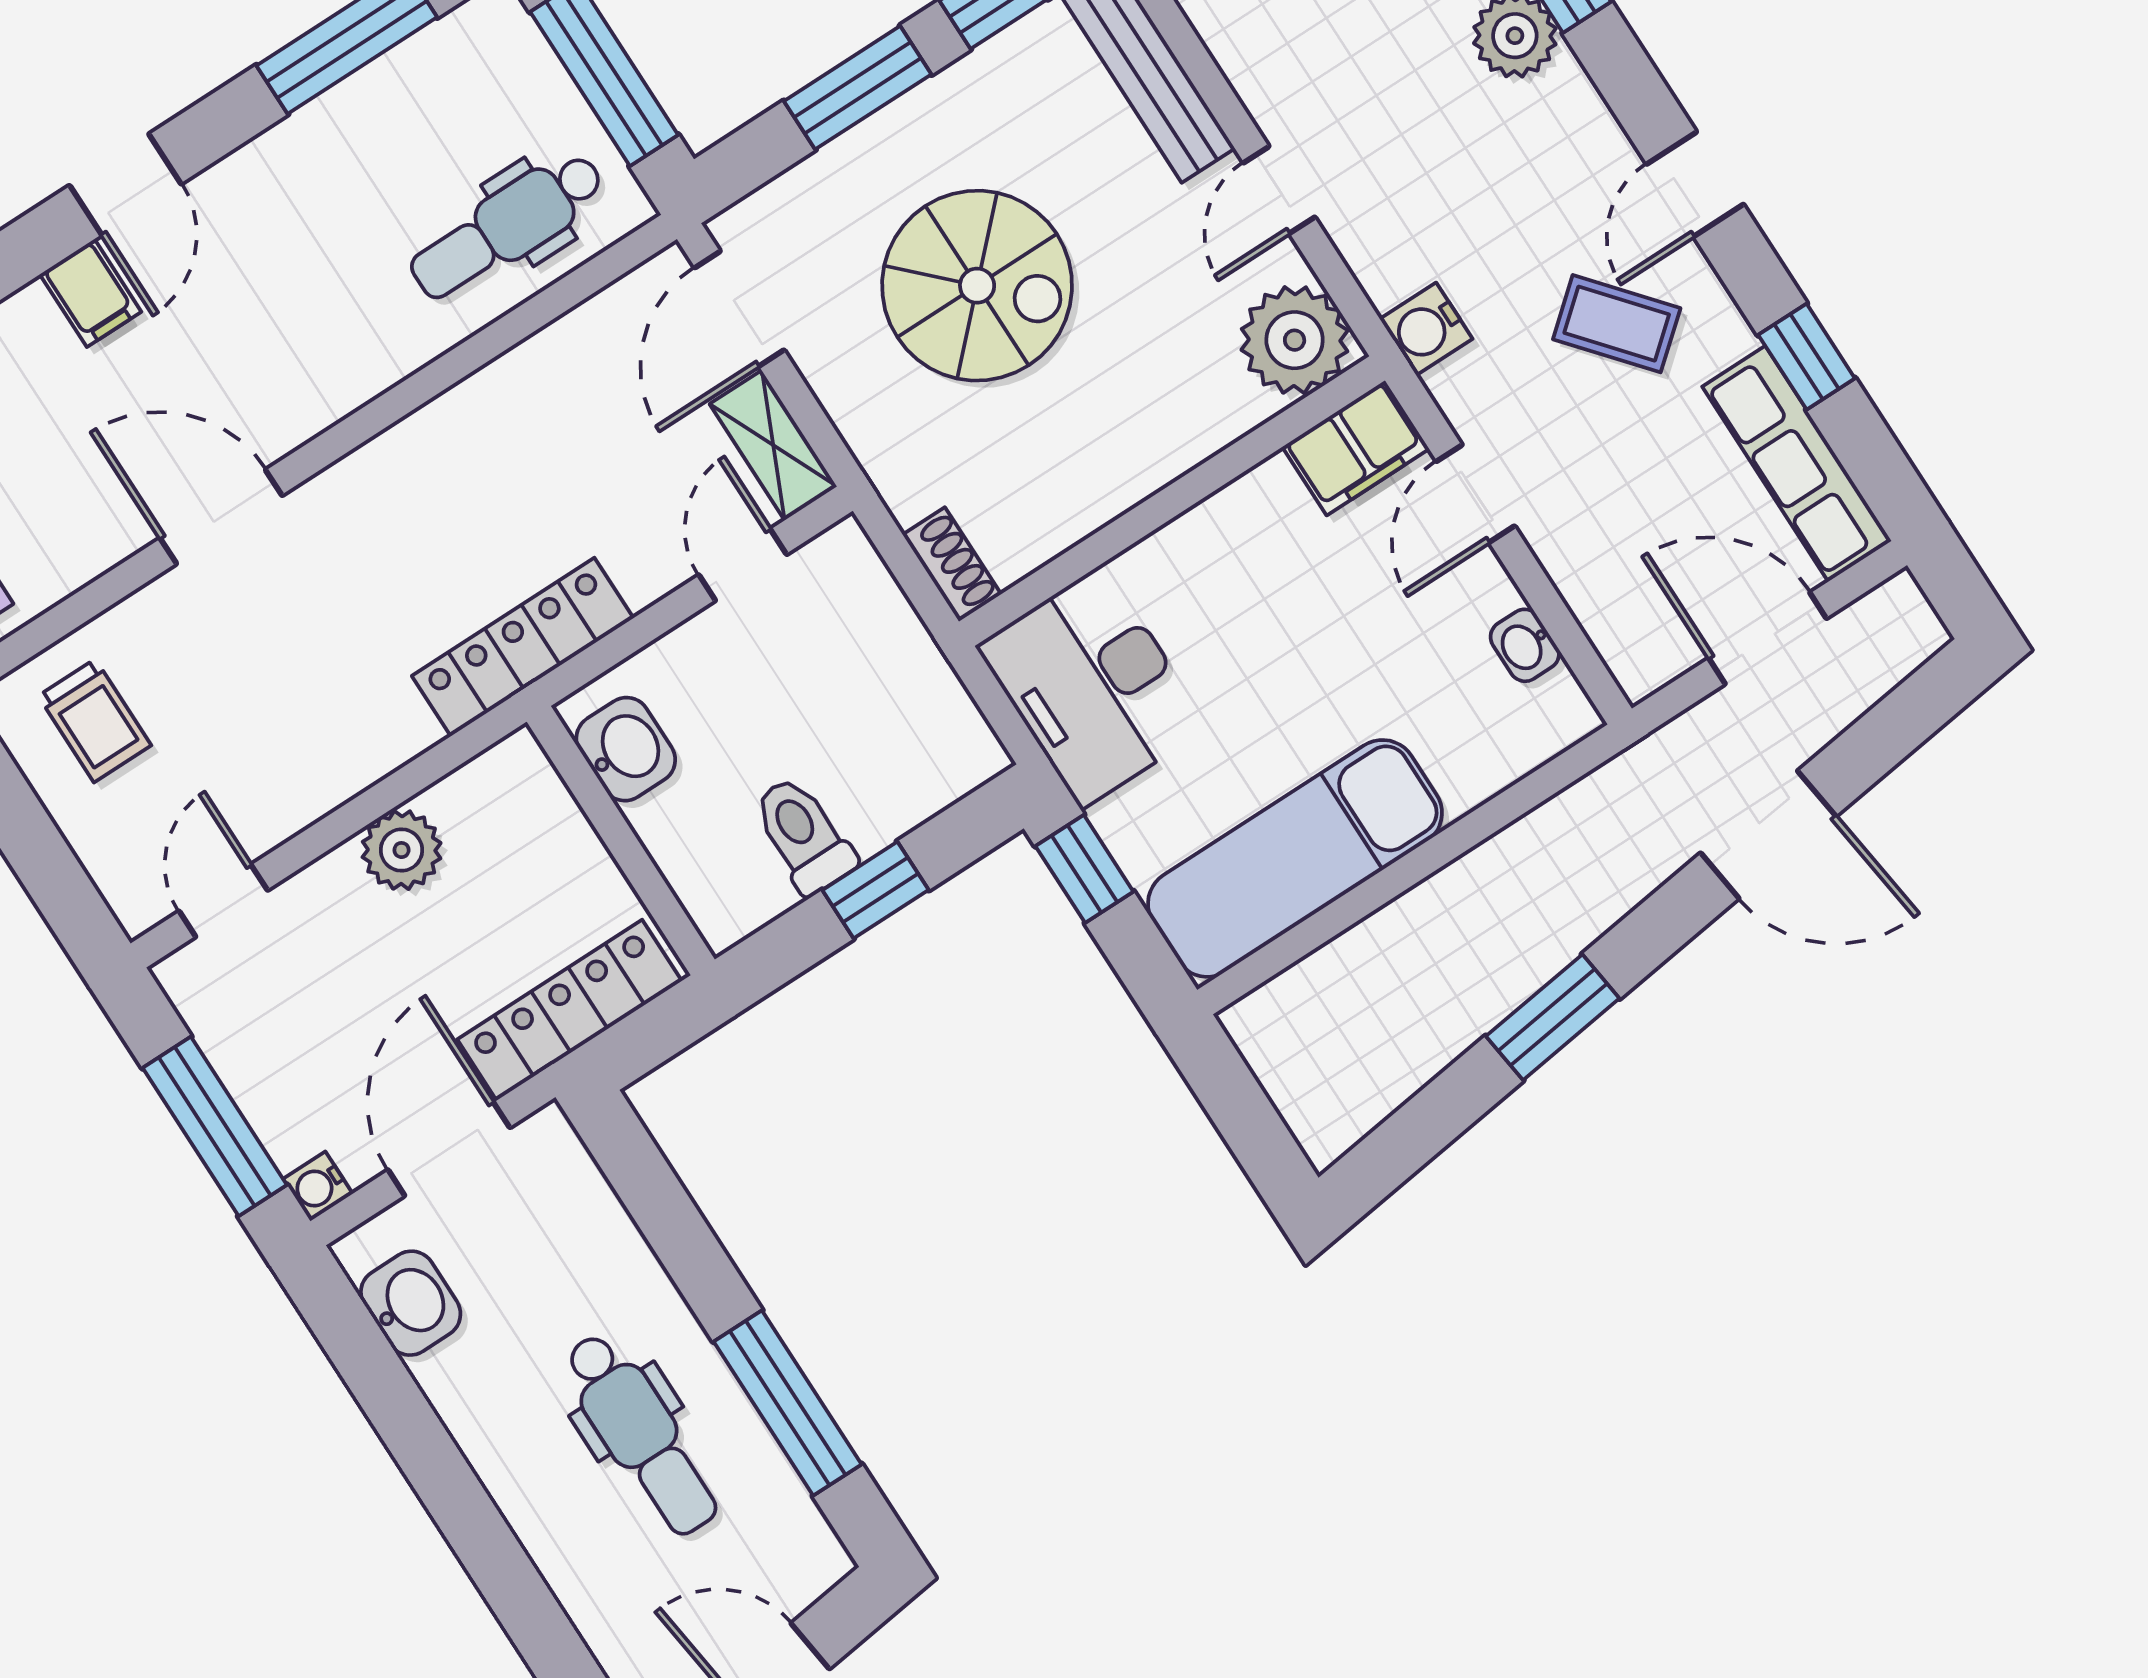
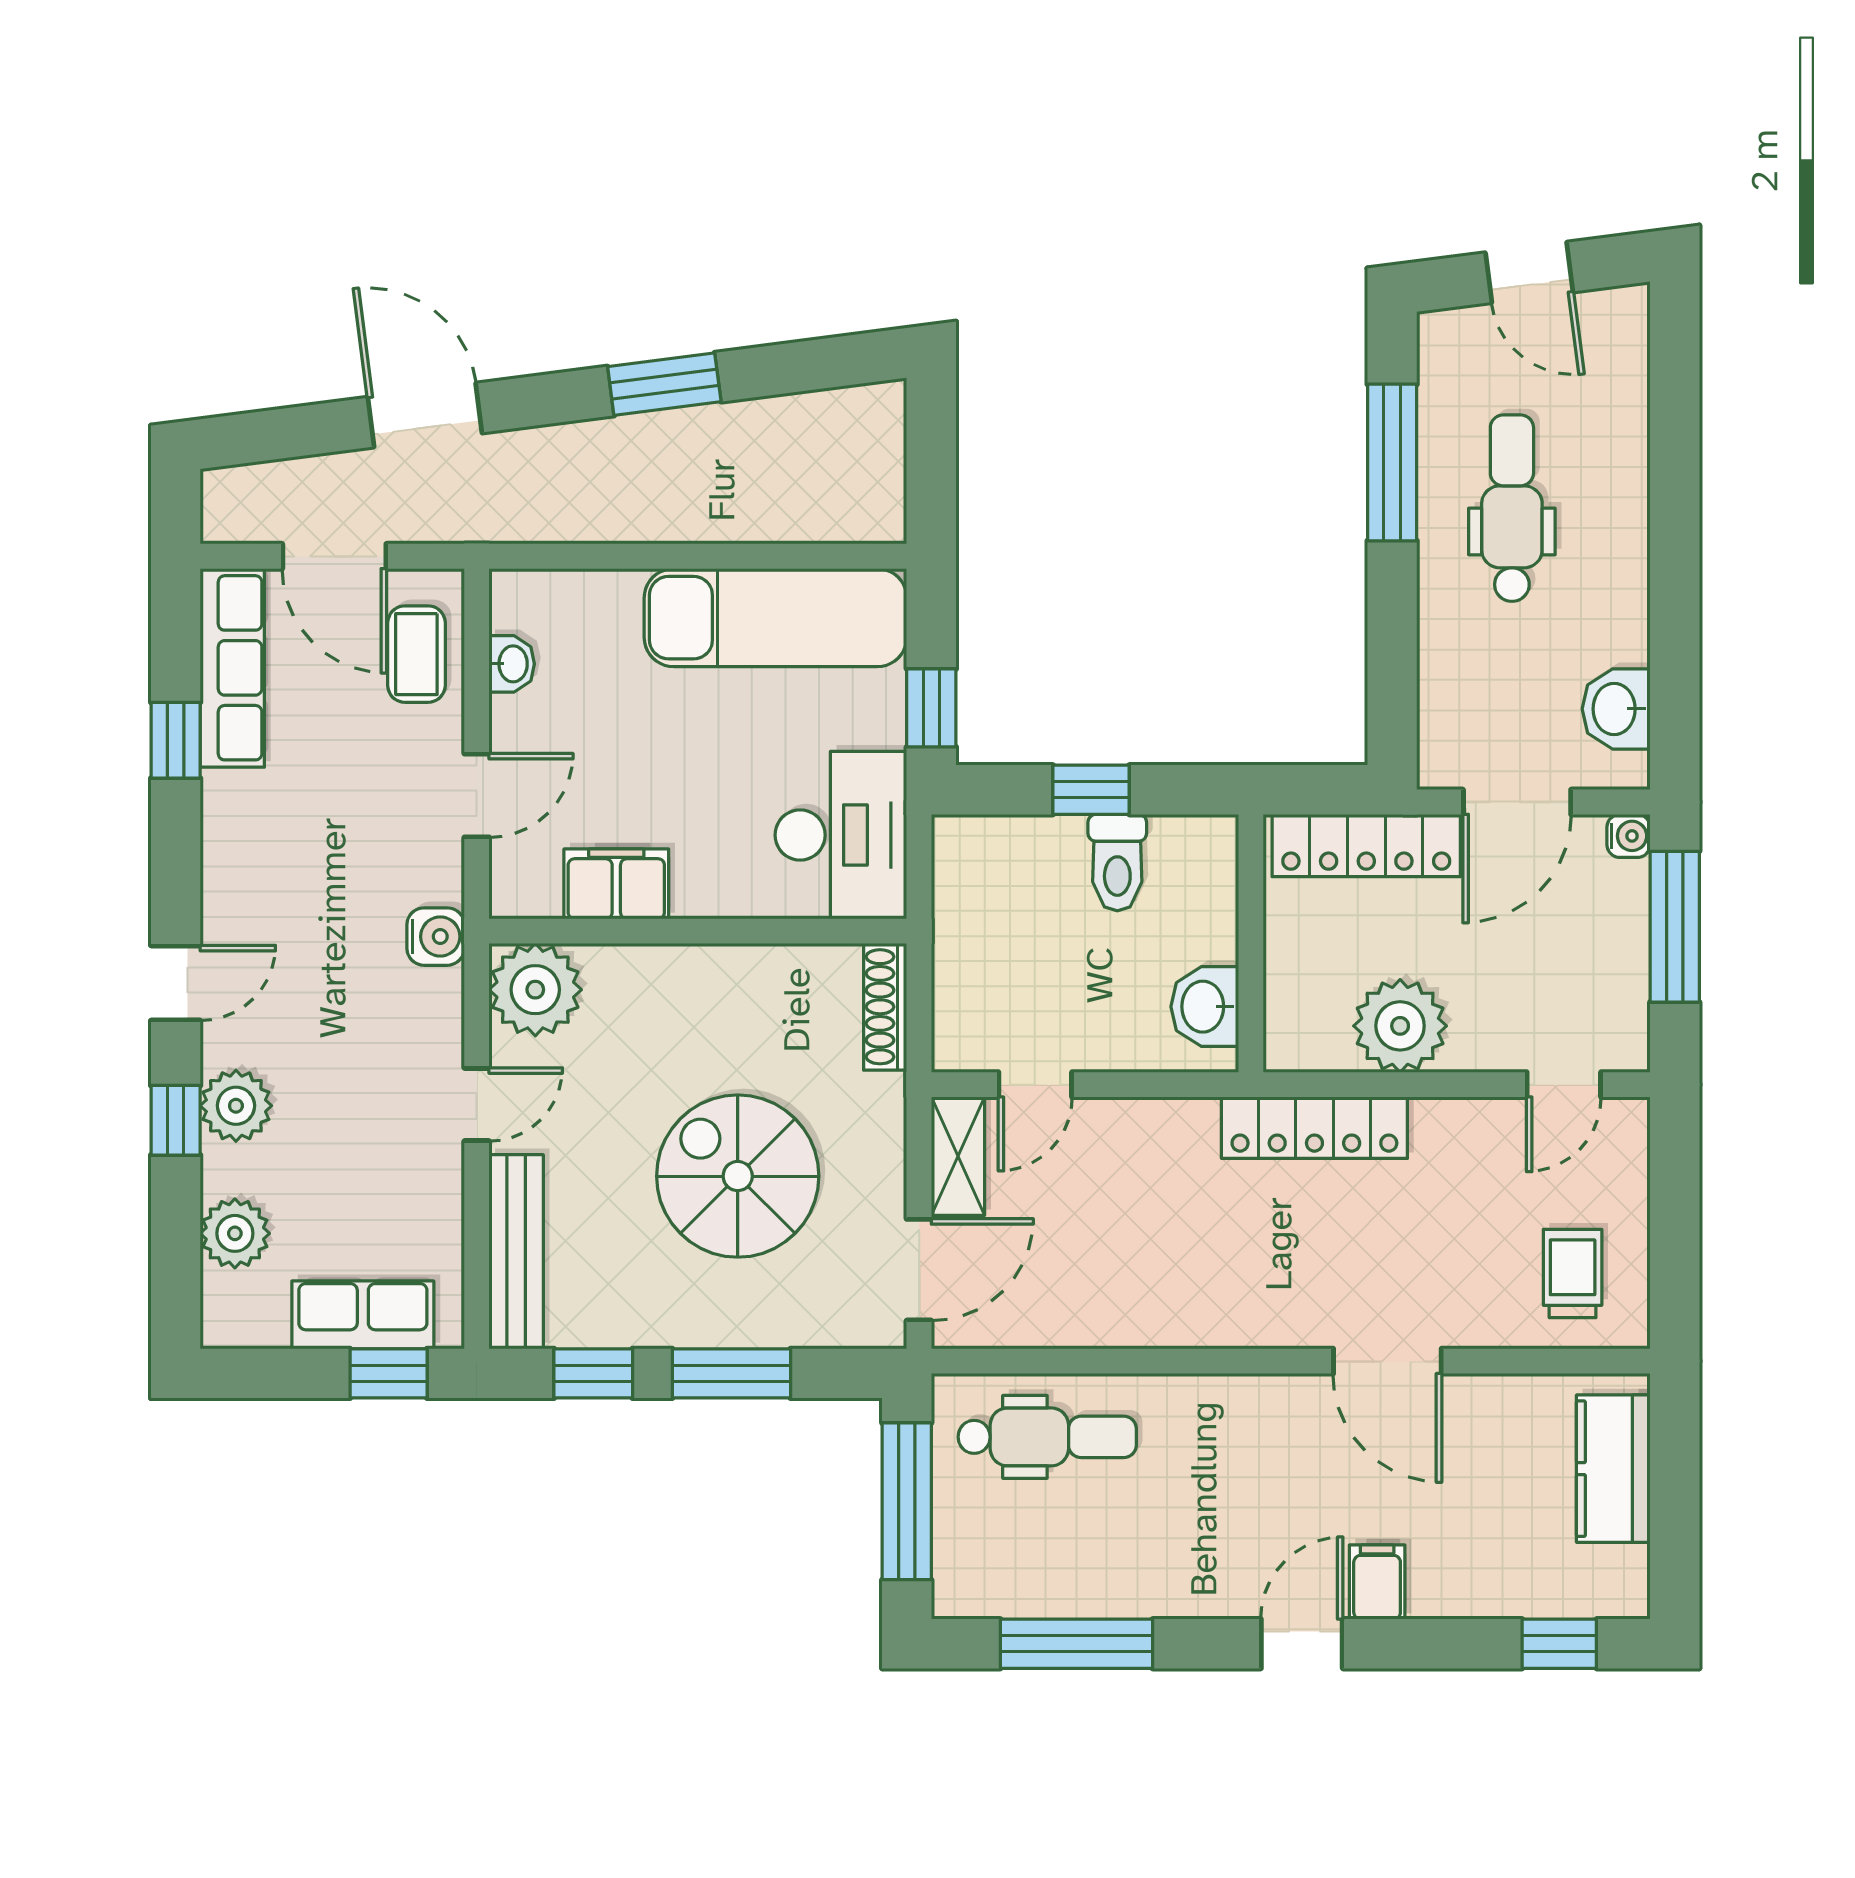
door: (1695, 184) -> (176, 983), moved
coffee table: (1617, 324) -> (416, 654), moved, turned 40
filing cabinet: (1356, 448) -> (616, 884), moved
shoe rack: (952, 564) -> (885, 1007), width x1.43
locker: (523, 647) -> (1314, 1128), moved
plant: (402, 850) -> (1400, 1026), width x1.36, depth x1.36

